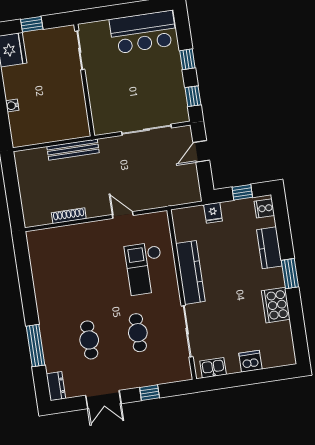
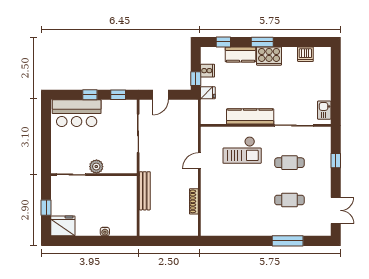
bar counter: (143, 32) -> (77, 113), moved, turned 90
plant: (95, 82) -> (96, 167), added
door: (201, 151) -> (161, 95), hinge flipped
window: (242, 192) -> (196, 79), moved
cooker: (264, 208) -> (208, 71), moved, turned -90
window: (282, 223) -> (223, 42), added
cooker: (276, 305) -> (269, 56), moved
dishwasher: (250, 361) -> (305, 54), moved, turned -90
dresser: (56, 386) -> (320, 230), removed
double door: (103, 399) -> (336, 210), moved

